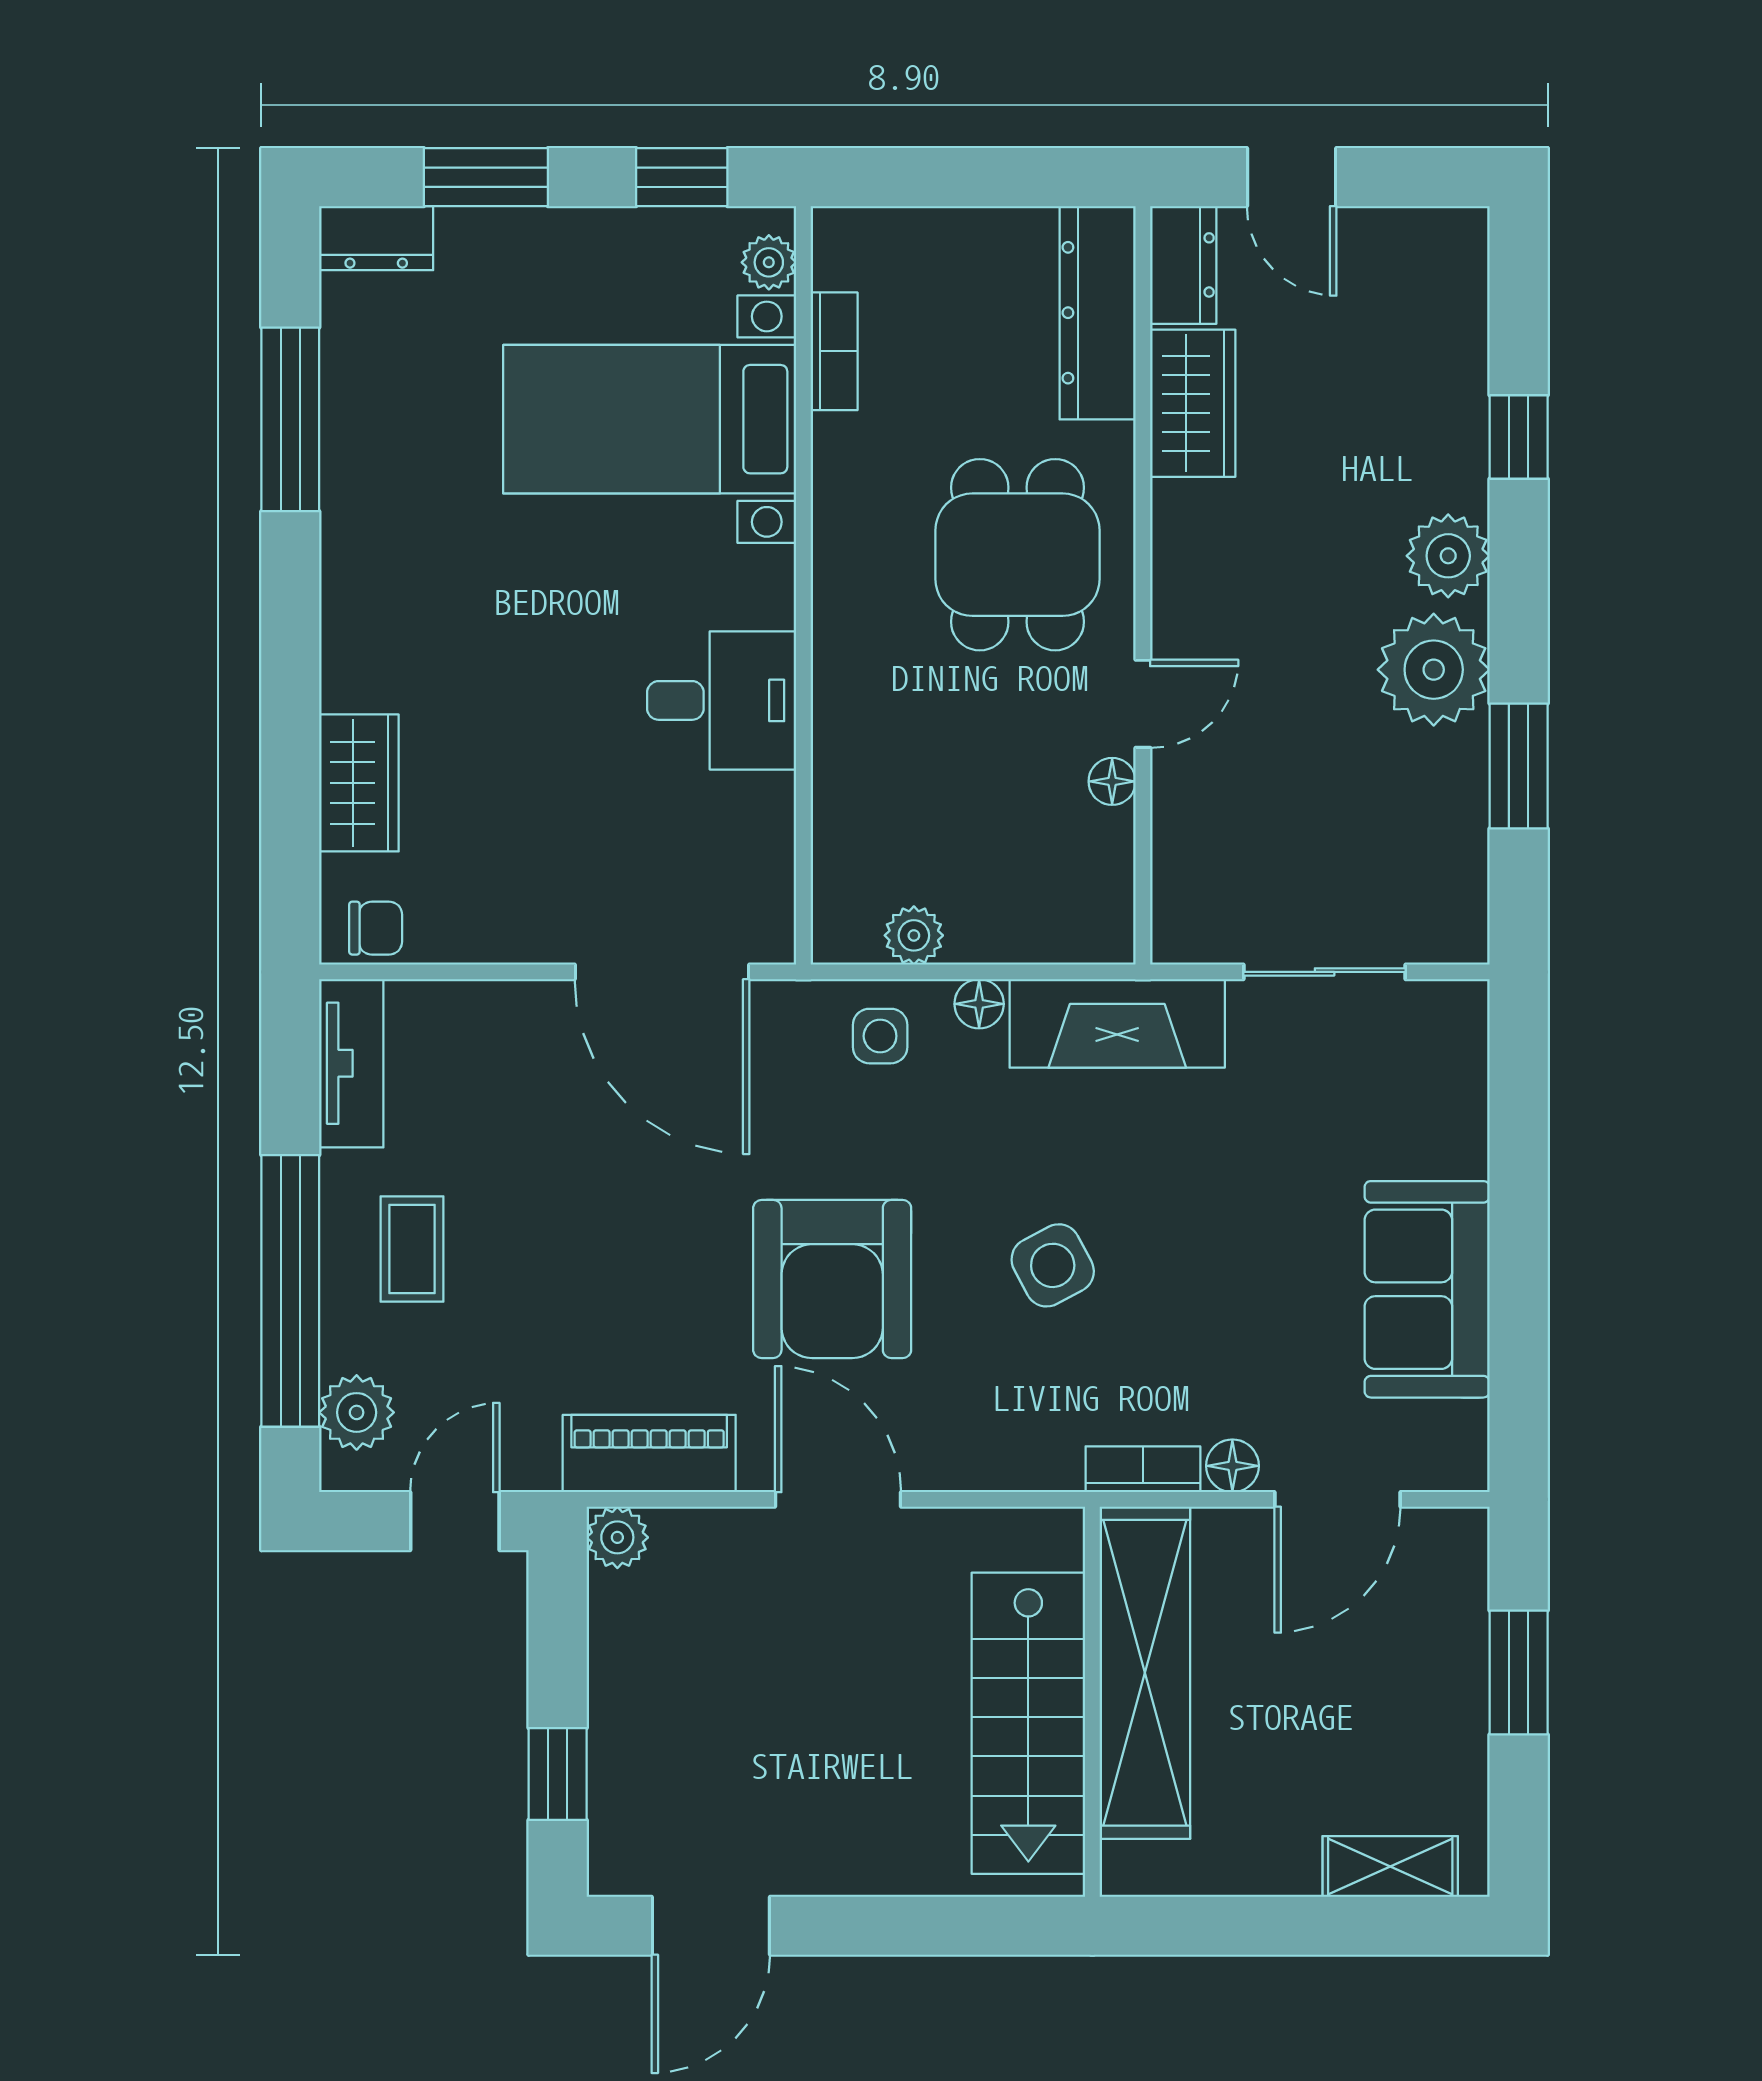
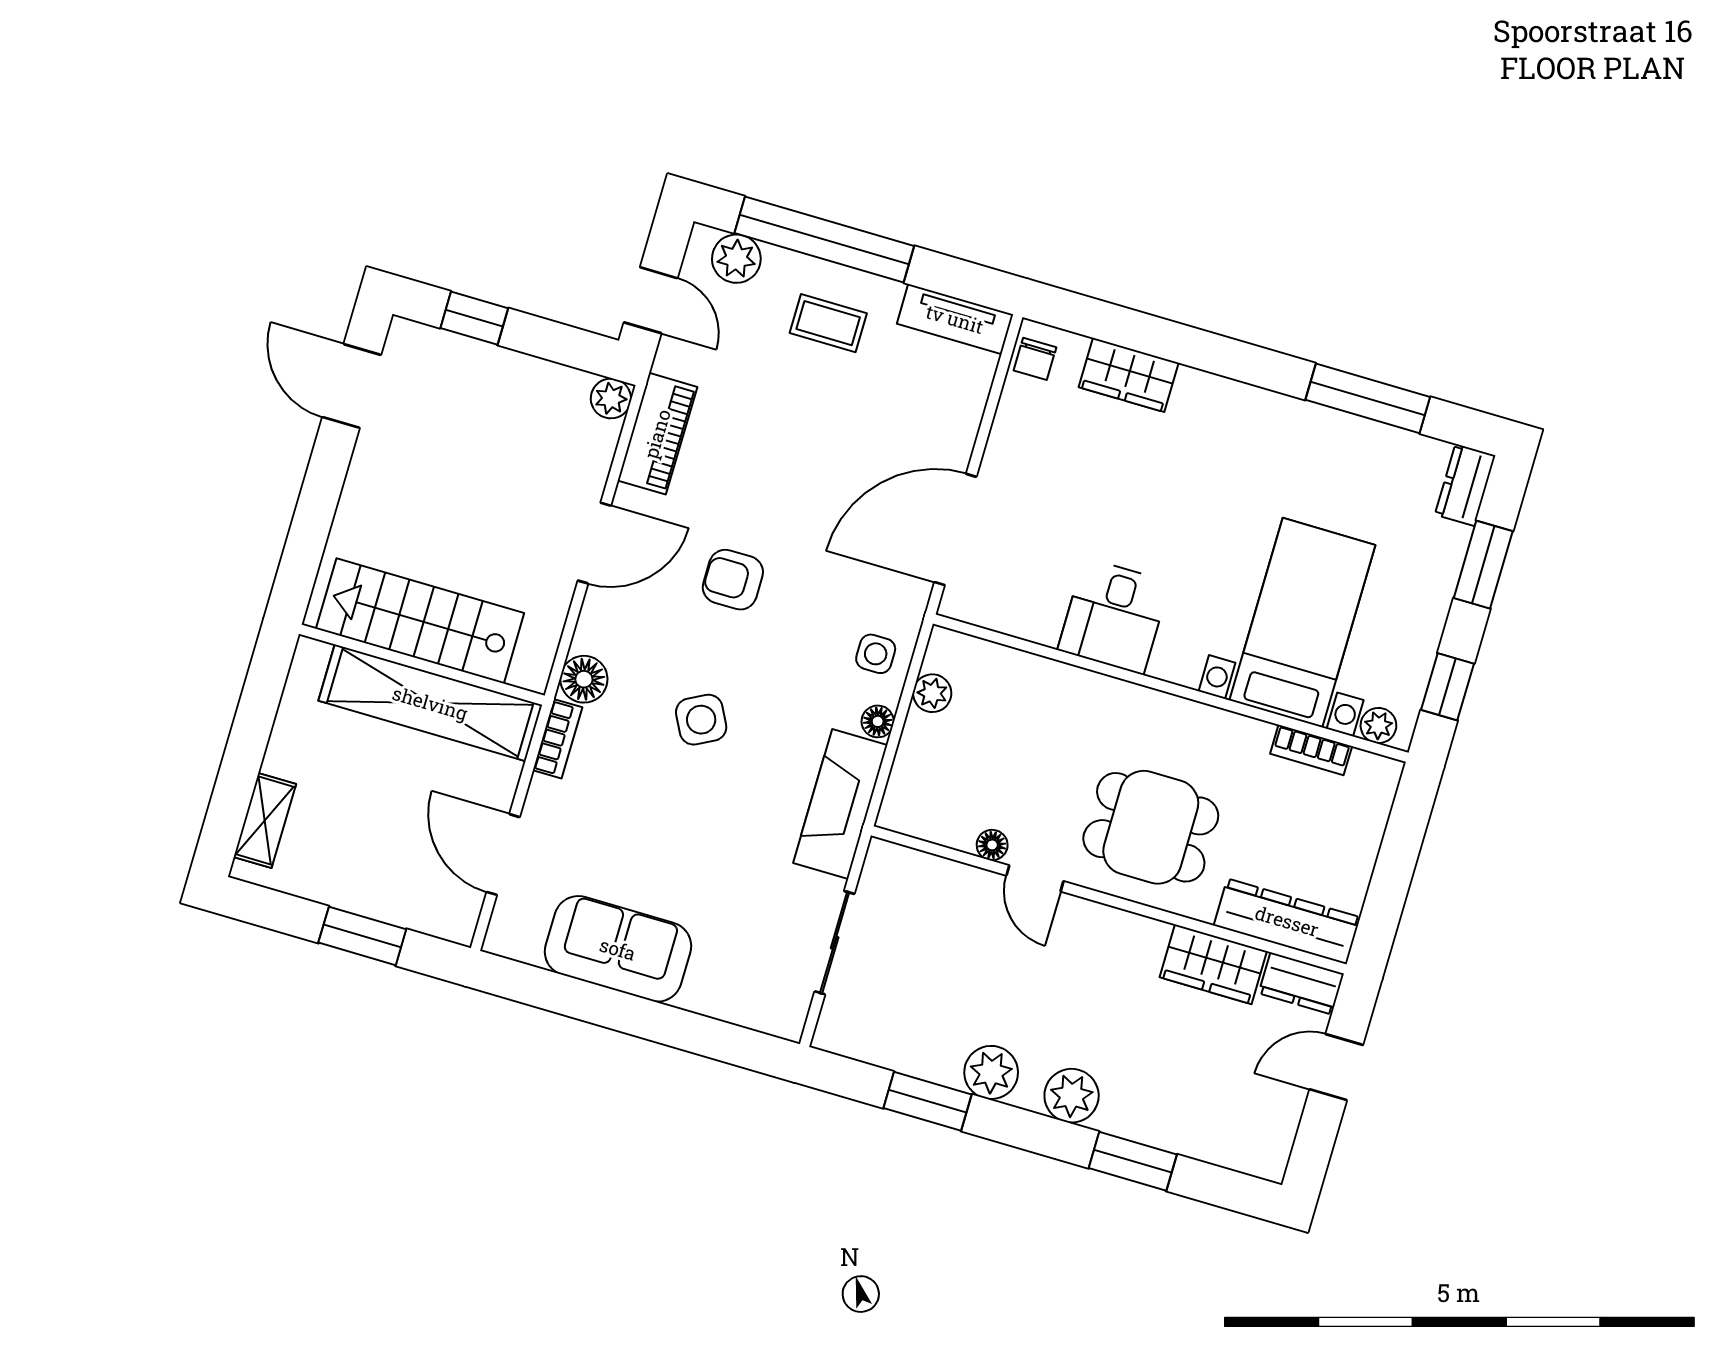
window: (1519, 437) -> (1133, 1161), width x1.50
plant: (1434, 670) -> (991, 1072), width x0.73, depth x0.73
armchair: (832, 1279) -> (733, 580), width x0.53, depth x0.53
floor lamp: (1232, 1466) -> (584, 679), moved, width x1.37, depth x1.37

